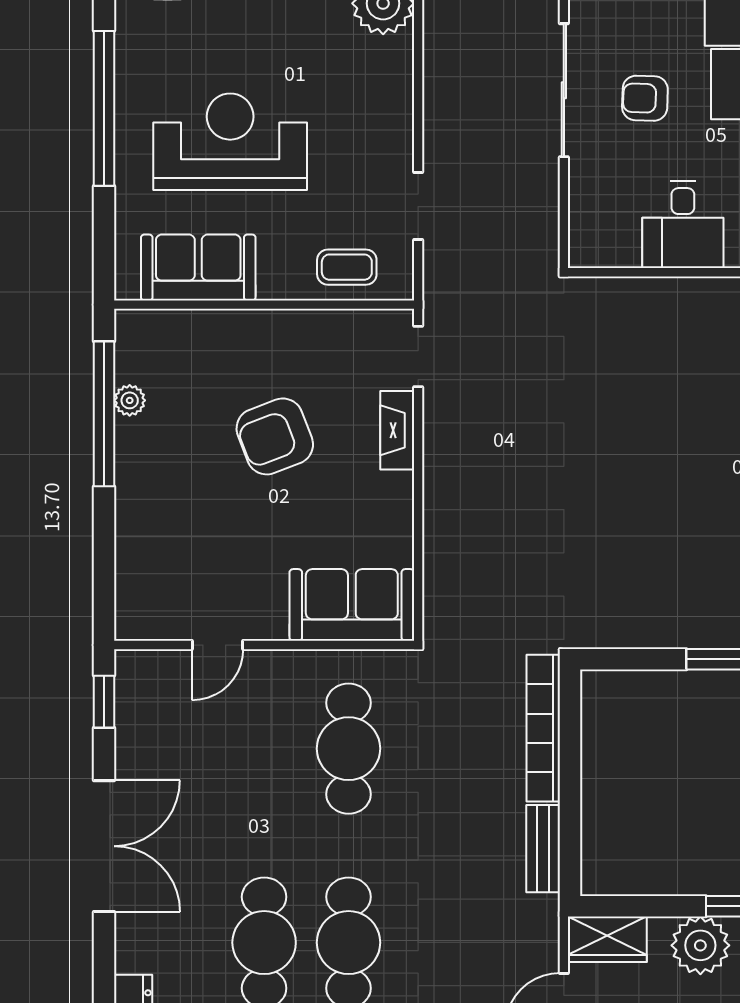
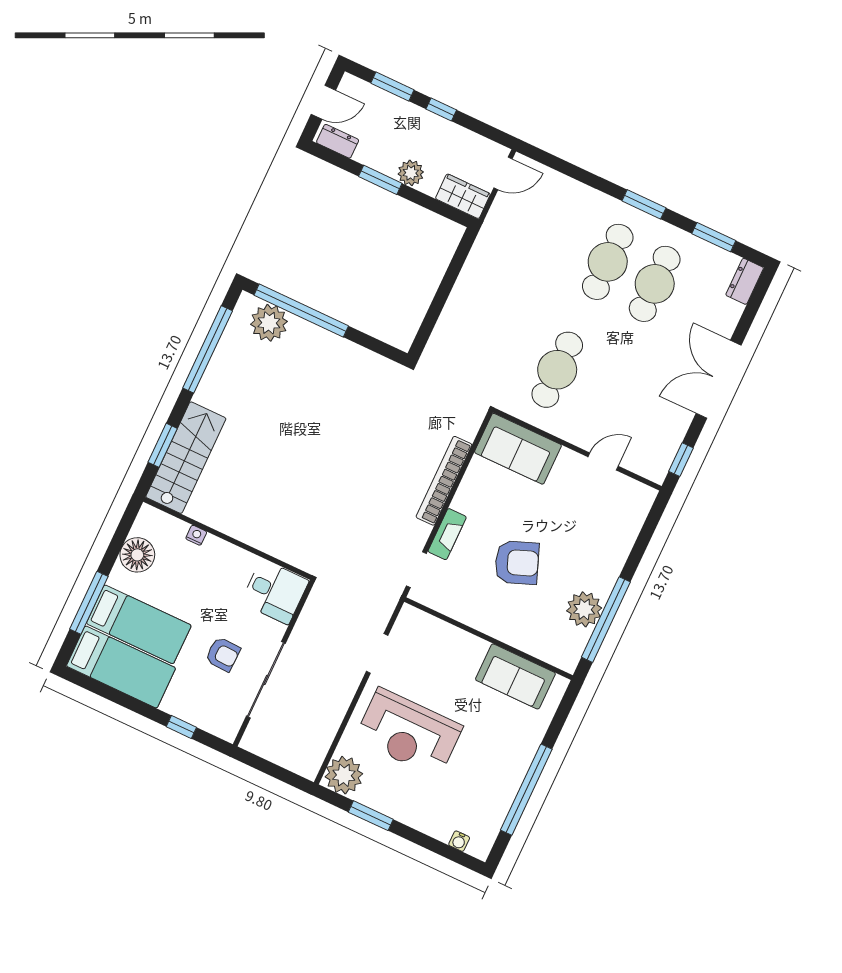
reception desk: (230, 142) -> (409, 733), moved
desk: (683, 225) -> (275, 592), moved, turned 90
coffee table: (347, 267) -> (433, 638), removed
plant: (130, 400) -> (584, 609), width x1.88, depth x1.88
bookcase: (543, 728) -> (444, 481), moved, turned 180
bench: (543, 849) -> (475, 263), removed
plant: (700, 945) -> (411, 173), width x0.73, depth x0.73

